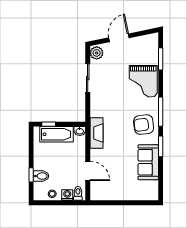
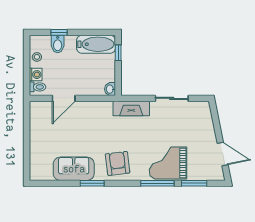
door: (119, 38) -> (223, 154), moved
plant: (97, 53) -> (201, 109), removed
window: (161, 112) -> (157, 183), moved
fireplace: (96, 133) -> (131, 108), moved
bathtub: (57, 134) -> (96, 44), moved, turned -90

